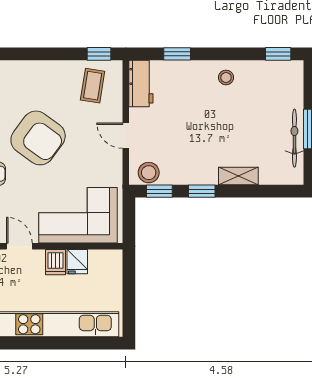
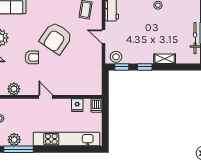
armchair: (38, 138) -> (56, 38), turned 88
corner sofa: (78, 215) -> (78, 80), removed
dishwasher: (56, 262) -> (97, 105), moved

